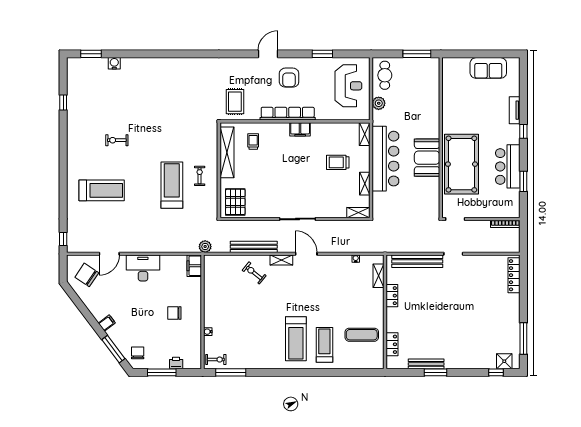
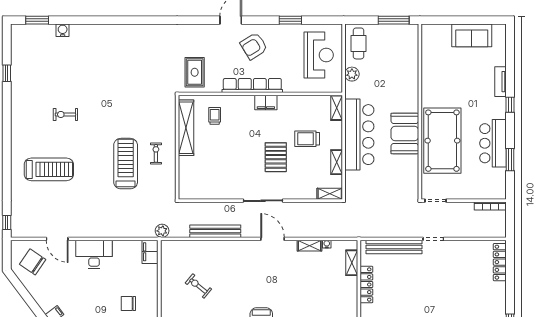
armchair: (289, 78) -> (254, 46), turned 58
pallet: (235, 202) -> (276, 157), moved
door: (109, 254) -> (57, 239), hinge flipped
shelving: (281, 260) -> (310, 246), moved
exercise bike: (254, 273) -> (198, 286), moved
locker: (392, 296) -> (366, 285), width x1.53

